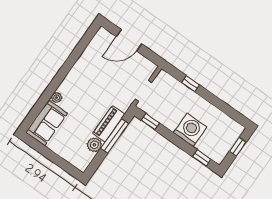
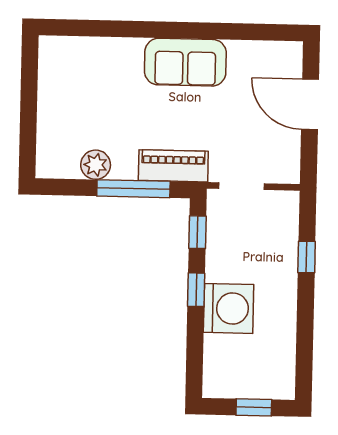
plant: (57, 98) -> (132, 48), removed
sofa: (47, 123) -> (185, 62), moved
piano: (109, 124) -> (173, 166), moved
window: (202, 158) -> (196, 290), moved

